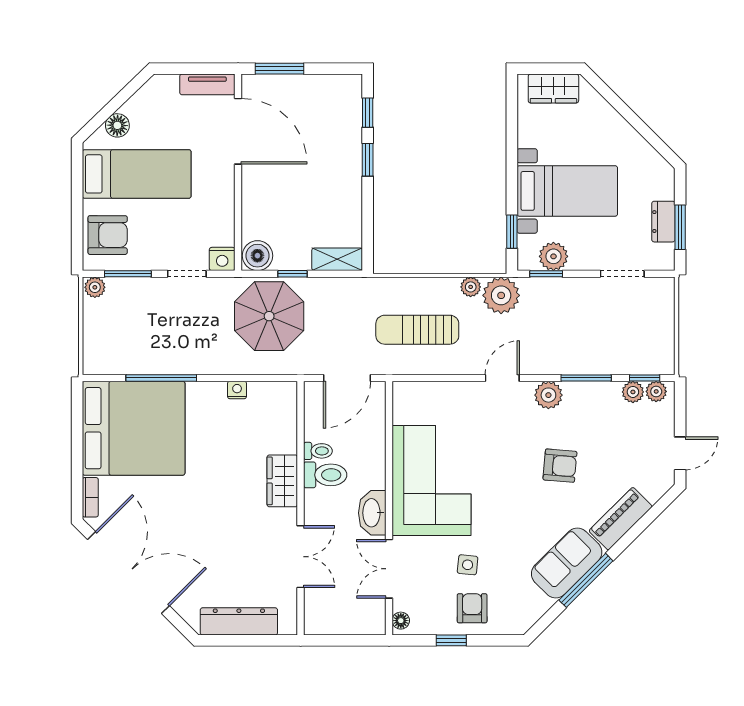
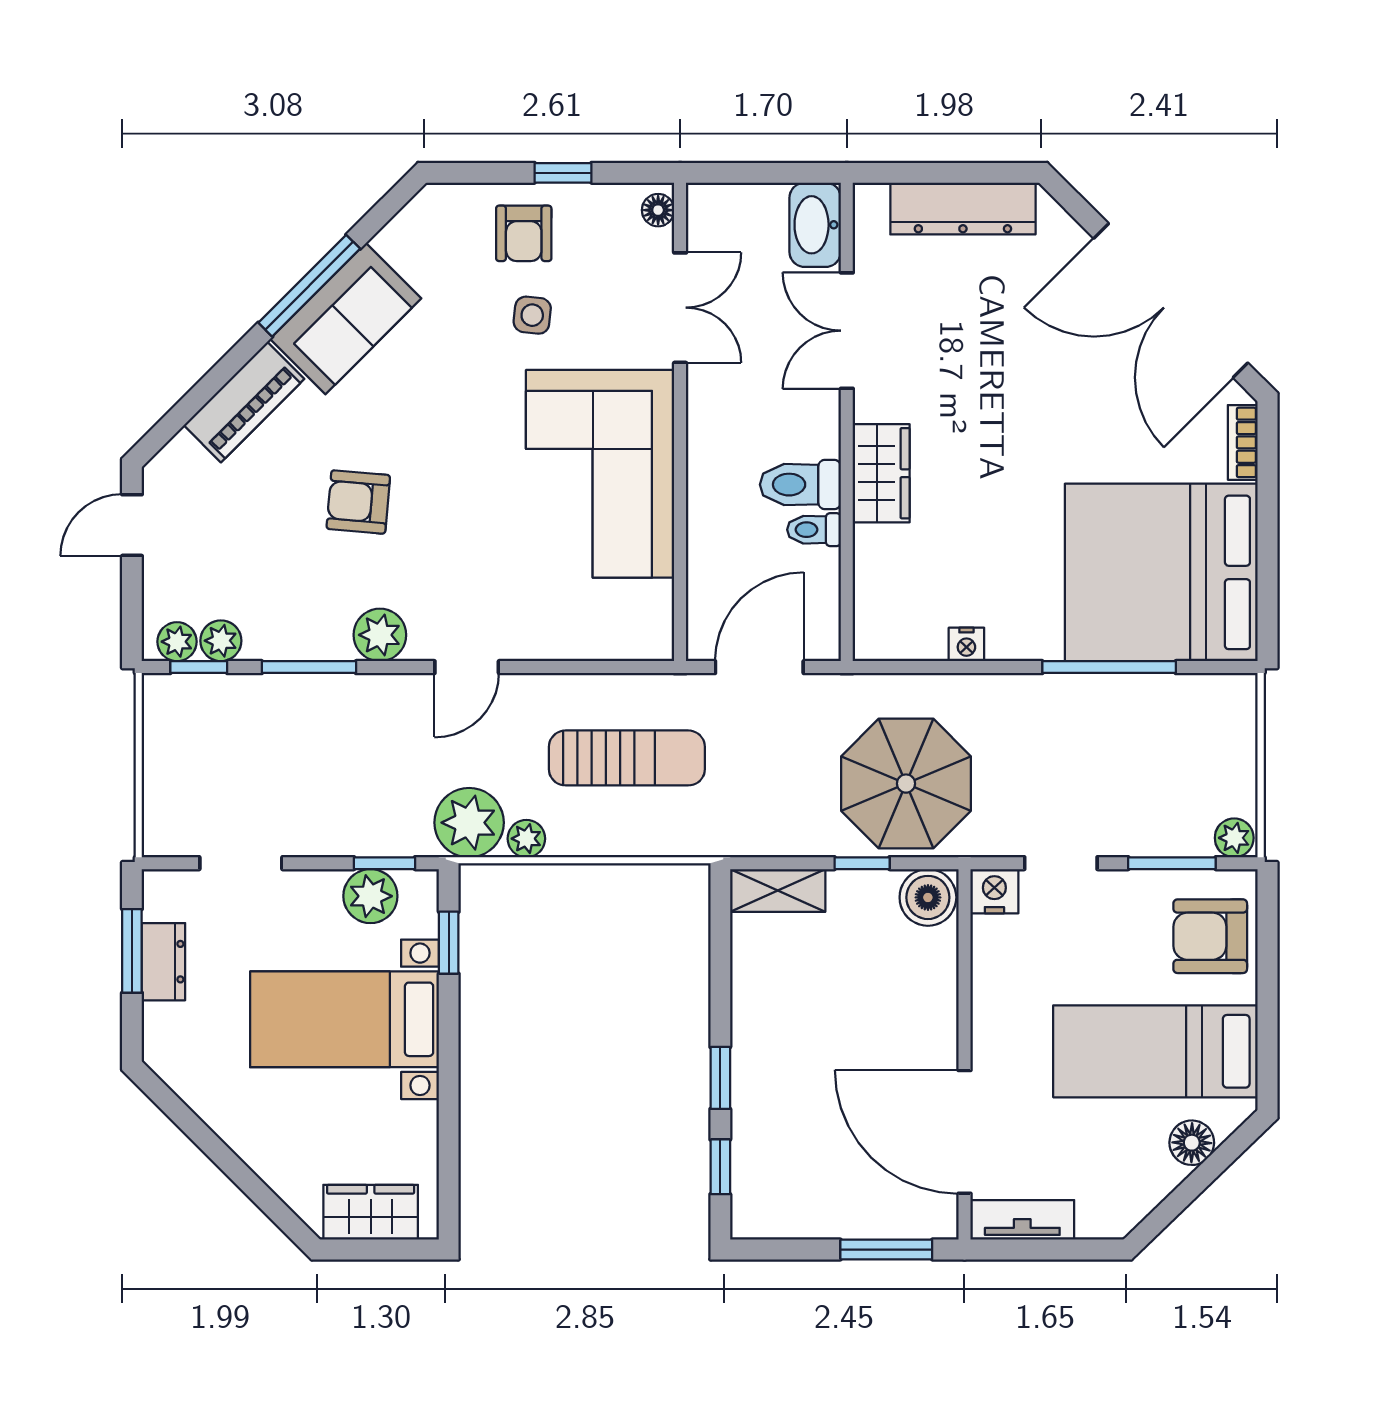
washbasin: (372, 513) -> (815, 225), moved, turned 180

